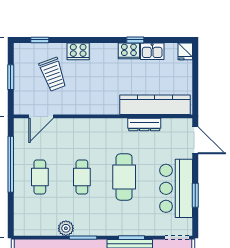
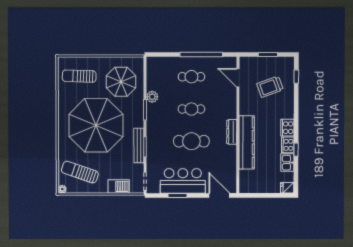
cooker: (78, 51) -> (287, 128), moved
kitchen counter: (155, 105) -> (247, 142), moved
dresser: (144, 124) -> (232, 132), moved
door: (195, 140) -> (219, 195), swing flipped

